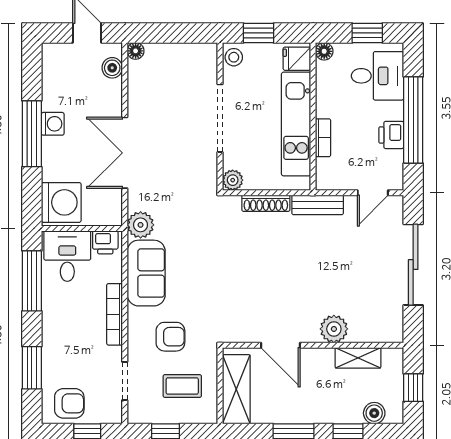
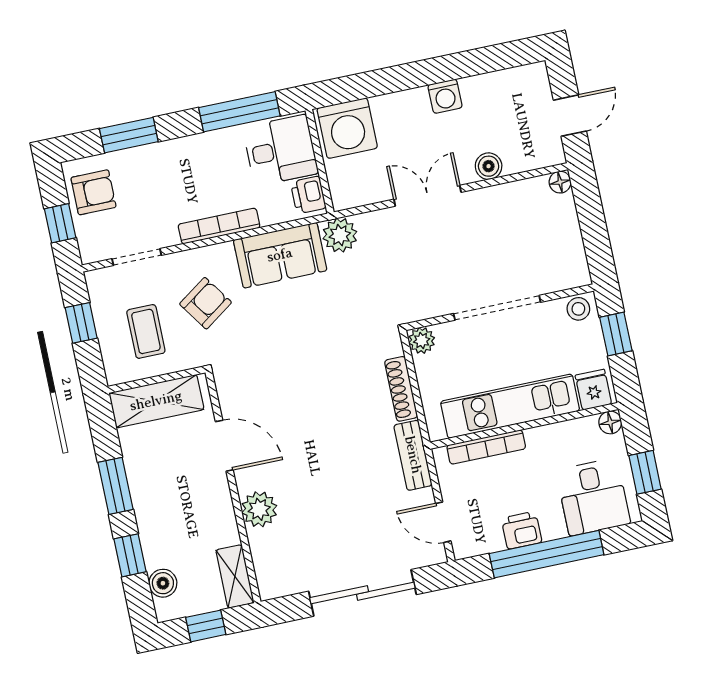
boiler: (112, 68) -> (489, 166), moved
window: (32, 134) -> (427, 72), removed
bookcase: (323, 138) -> (486, 447), width x1.56
double door: (125, 153) -> (427, 196), width x0.73
armchair: (170, 337) -> (206, 303), turned -125
door: (281, 345) -> (224, 446), swing flipped
shelving: (358, 358) -> (235, 576), moved
armchair: (69, 403) -> (94, 192), turned -90

